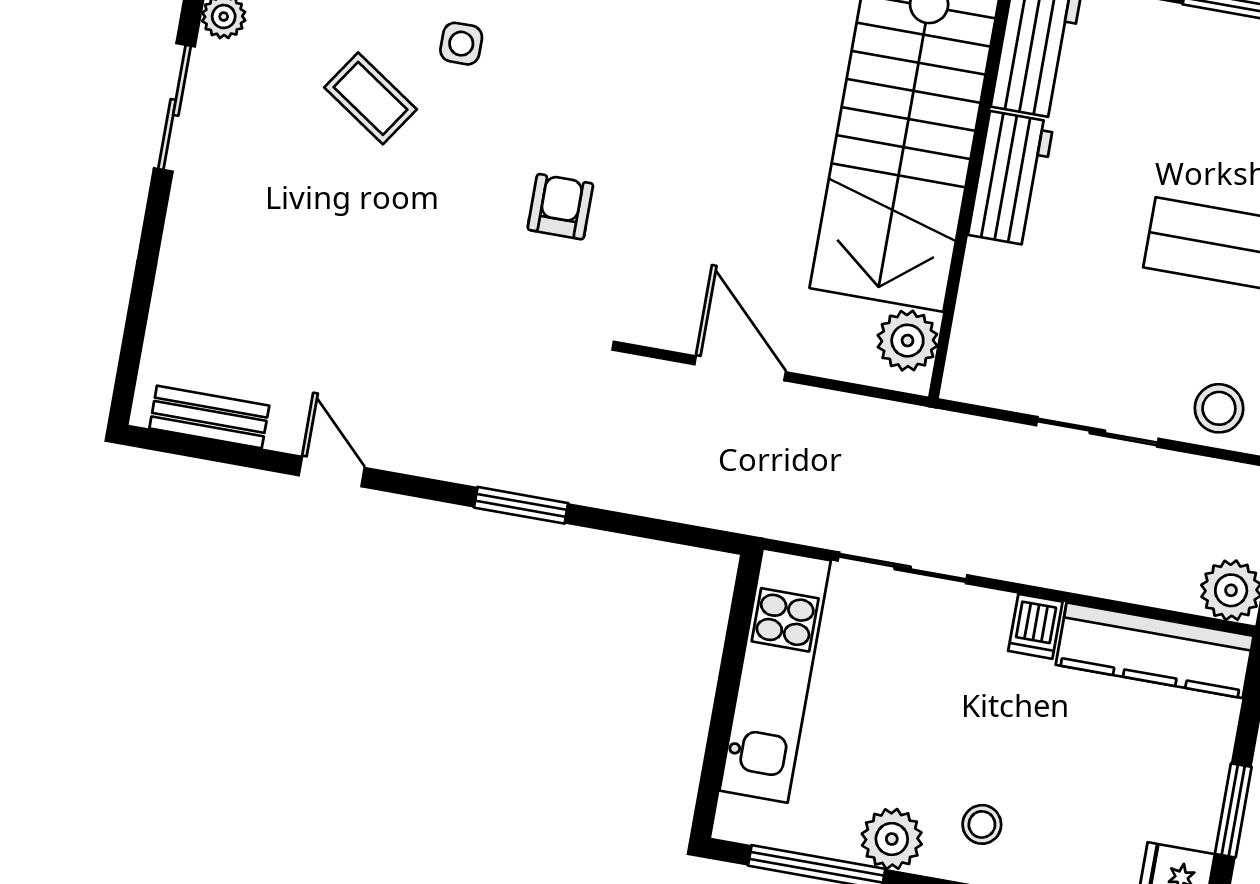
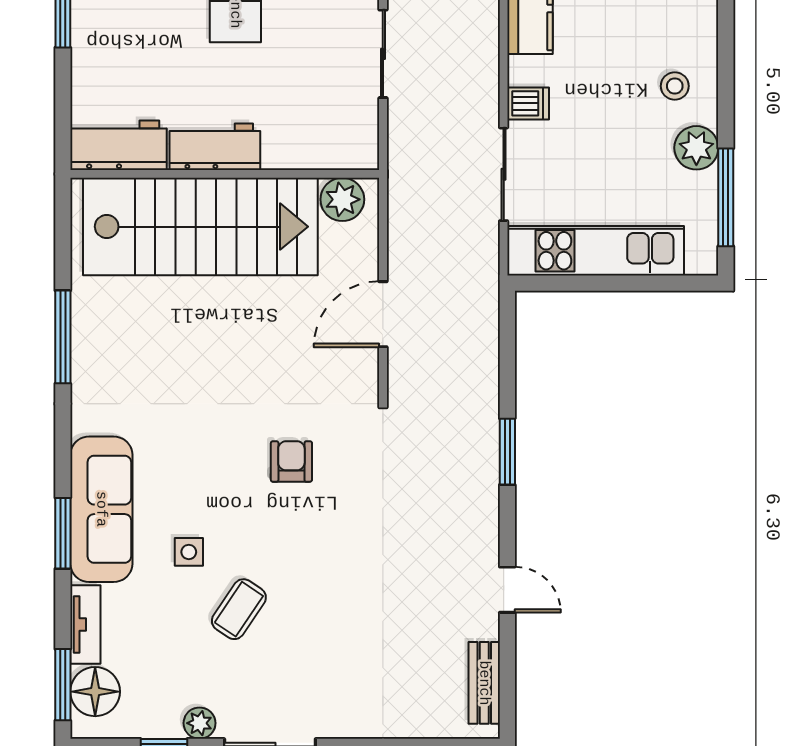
armchair: (560, 207) -> (291, 461), turned 90
door: (332, 472) -> (507, 590), swing flipped
dishwasher: (1035, 626) -> (528, 103), moved

